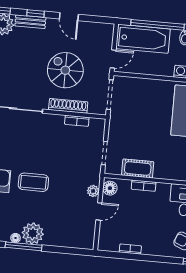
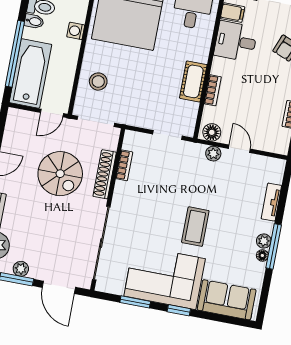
door: (113, 59) -> (52, 113), swing flipped
spiral stairs: (65, 70) -> (60, 174), turned -90
stool: (142, 94) -> (98, 82), added
cot: (138, 168) -> (193, 81), moved
plant: (33, 233) -> (264, 241), width x0.53, depth x0.53
tv unit: (59, 241) -> (271, 202), added

